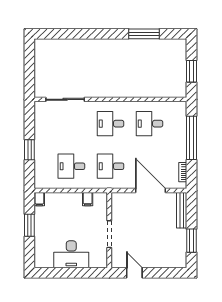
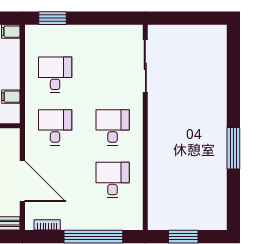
window: (144, 34) -> (233, 148), moved
window: (29, 150) -> (53, 18), moved
door: (150, 191) -> (22, 181), hinge flipped

